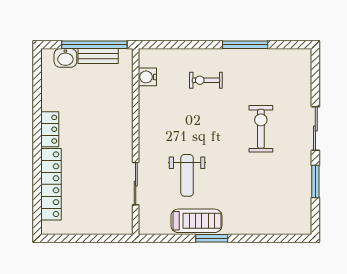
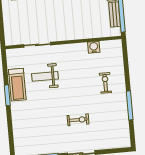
water cooler: (147, 77) -> (94, 47), moved
exercise bike: (261, 129) -> (78, 120), width x0.73, depth x0.72

